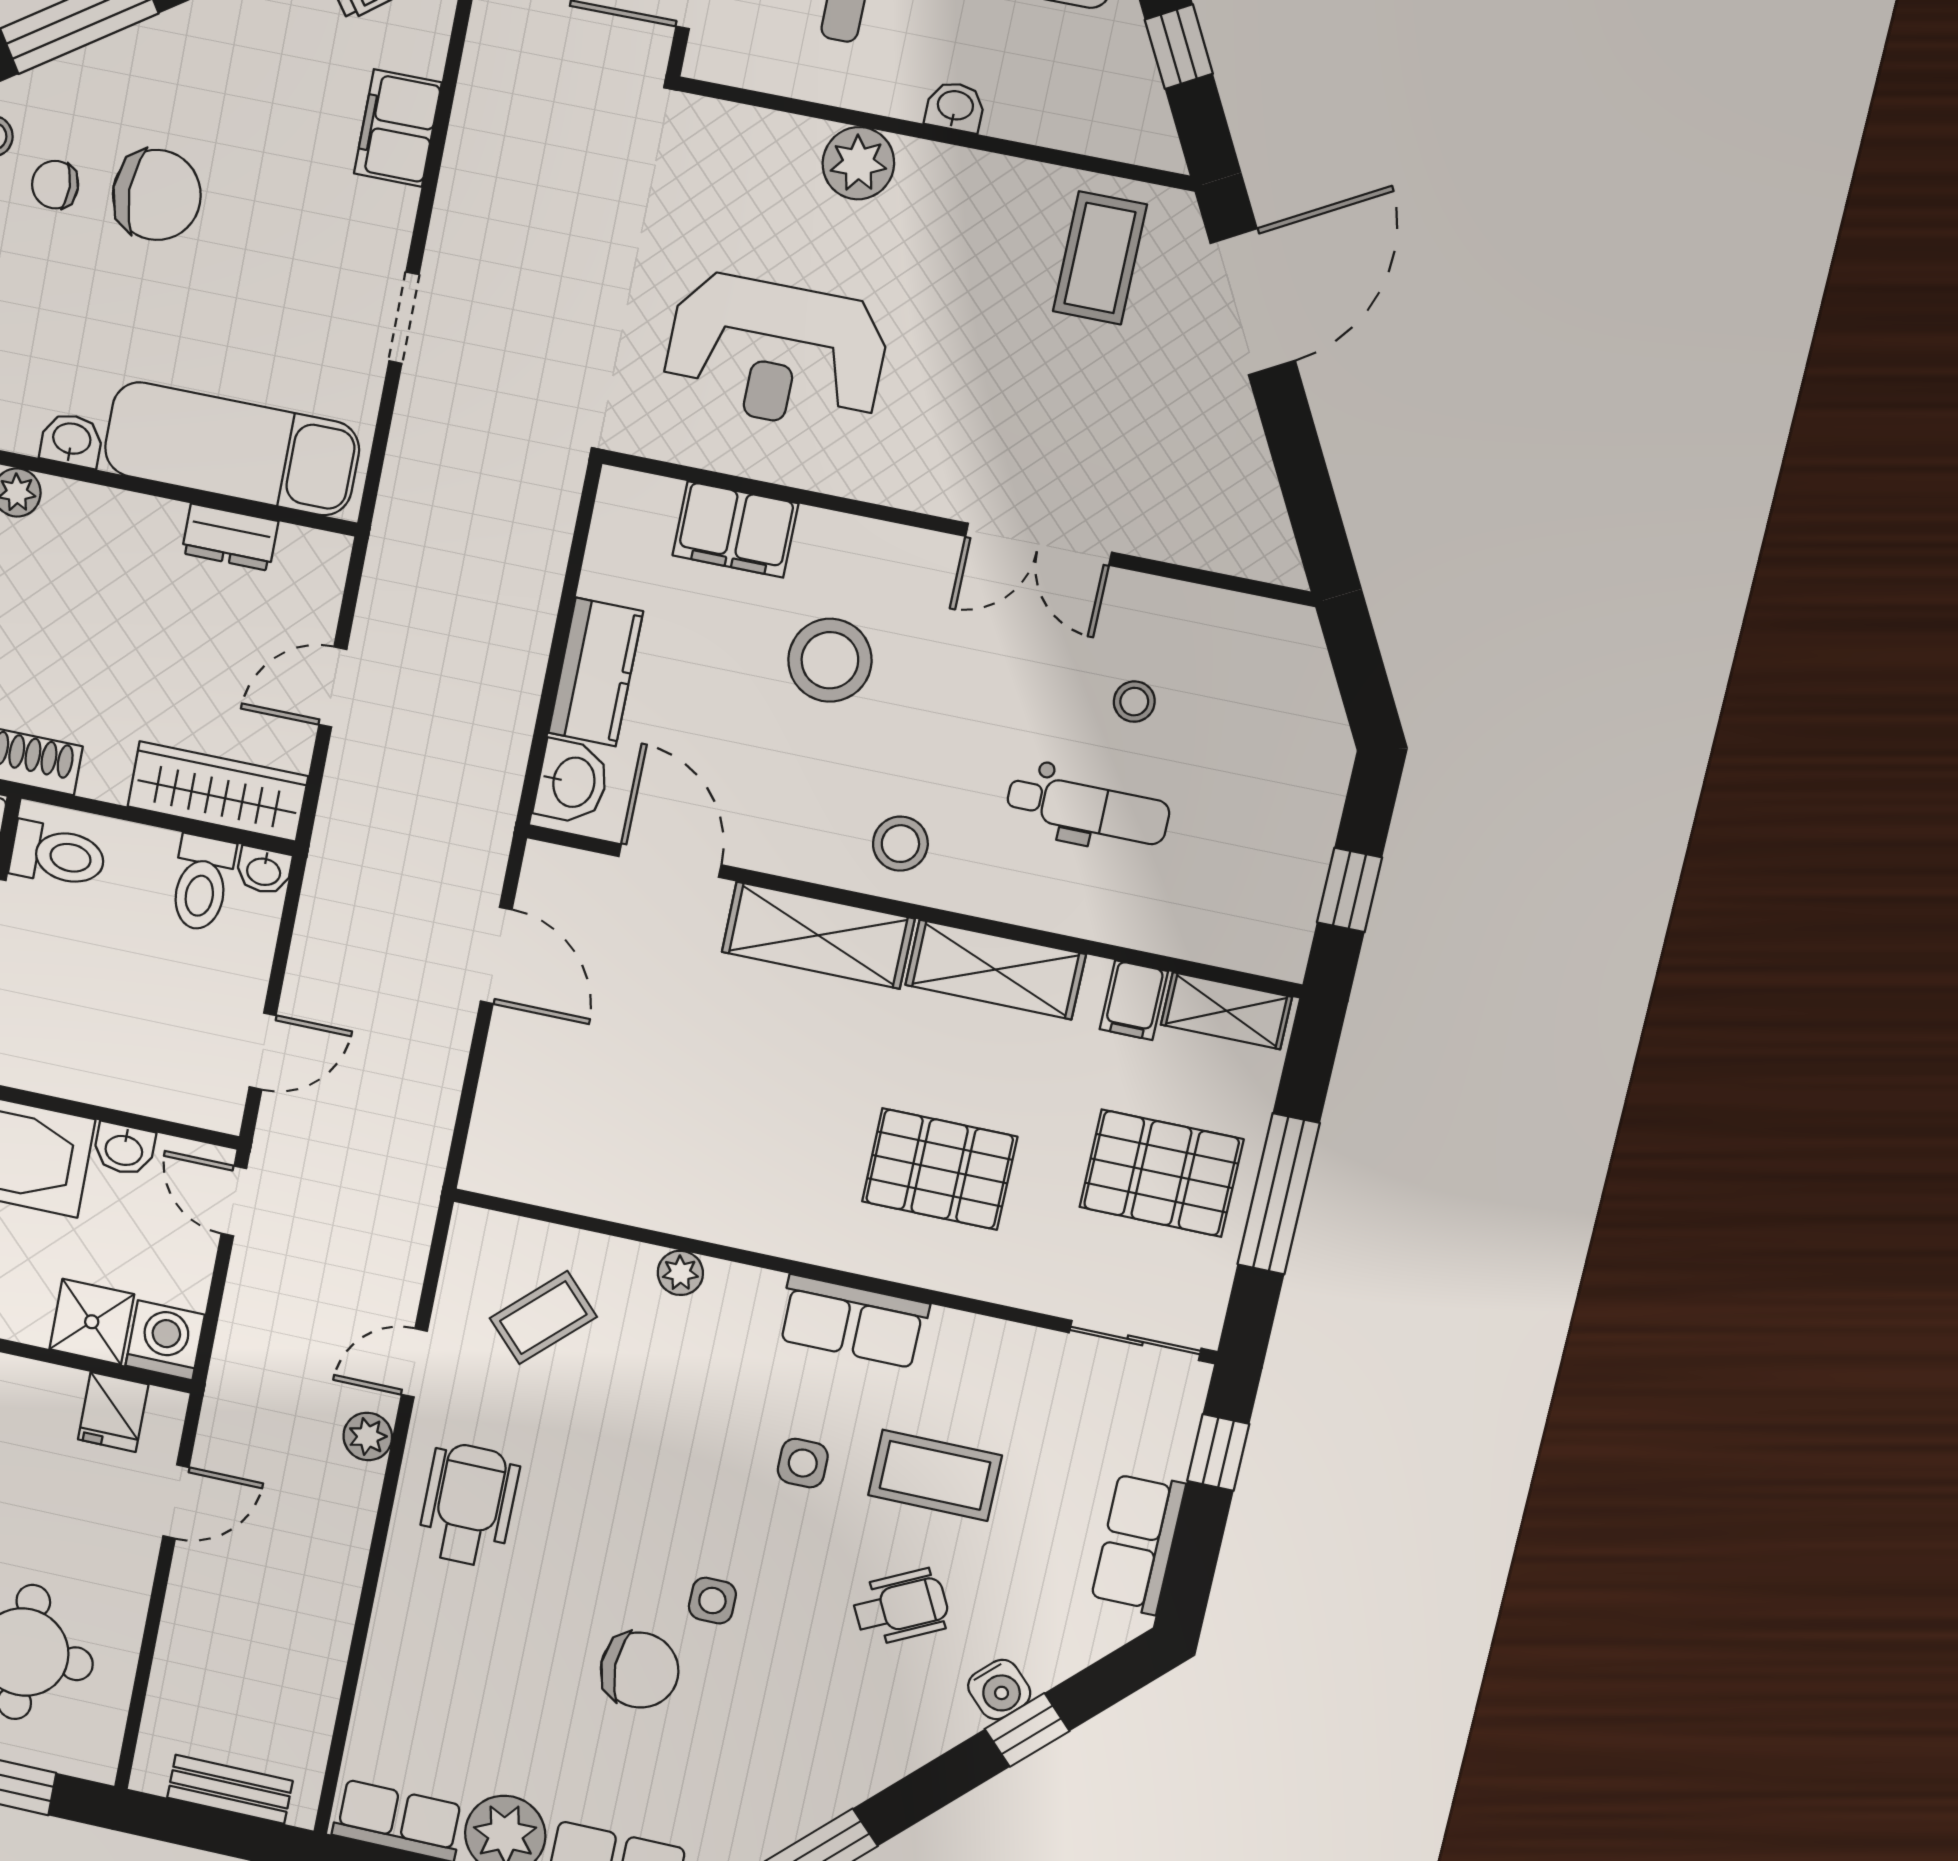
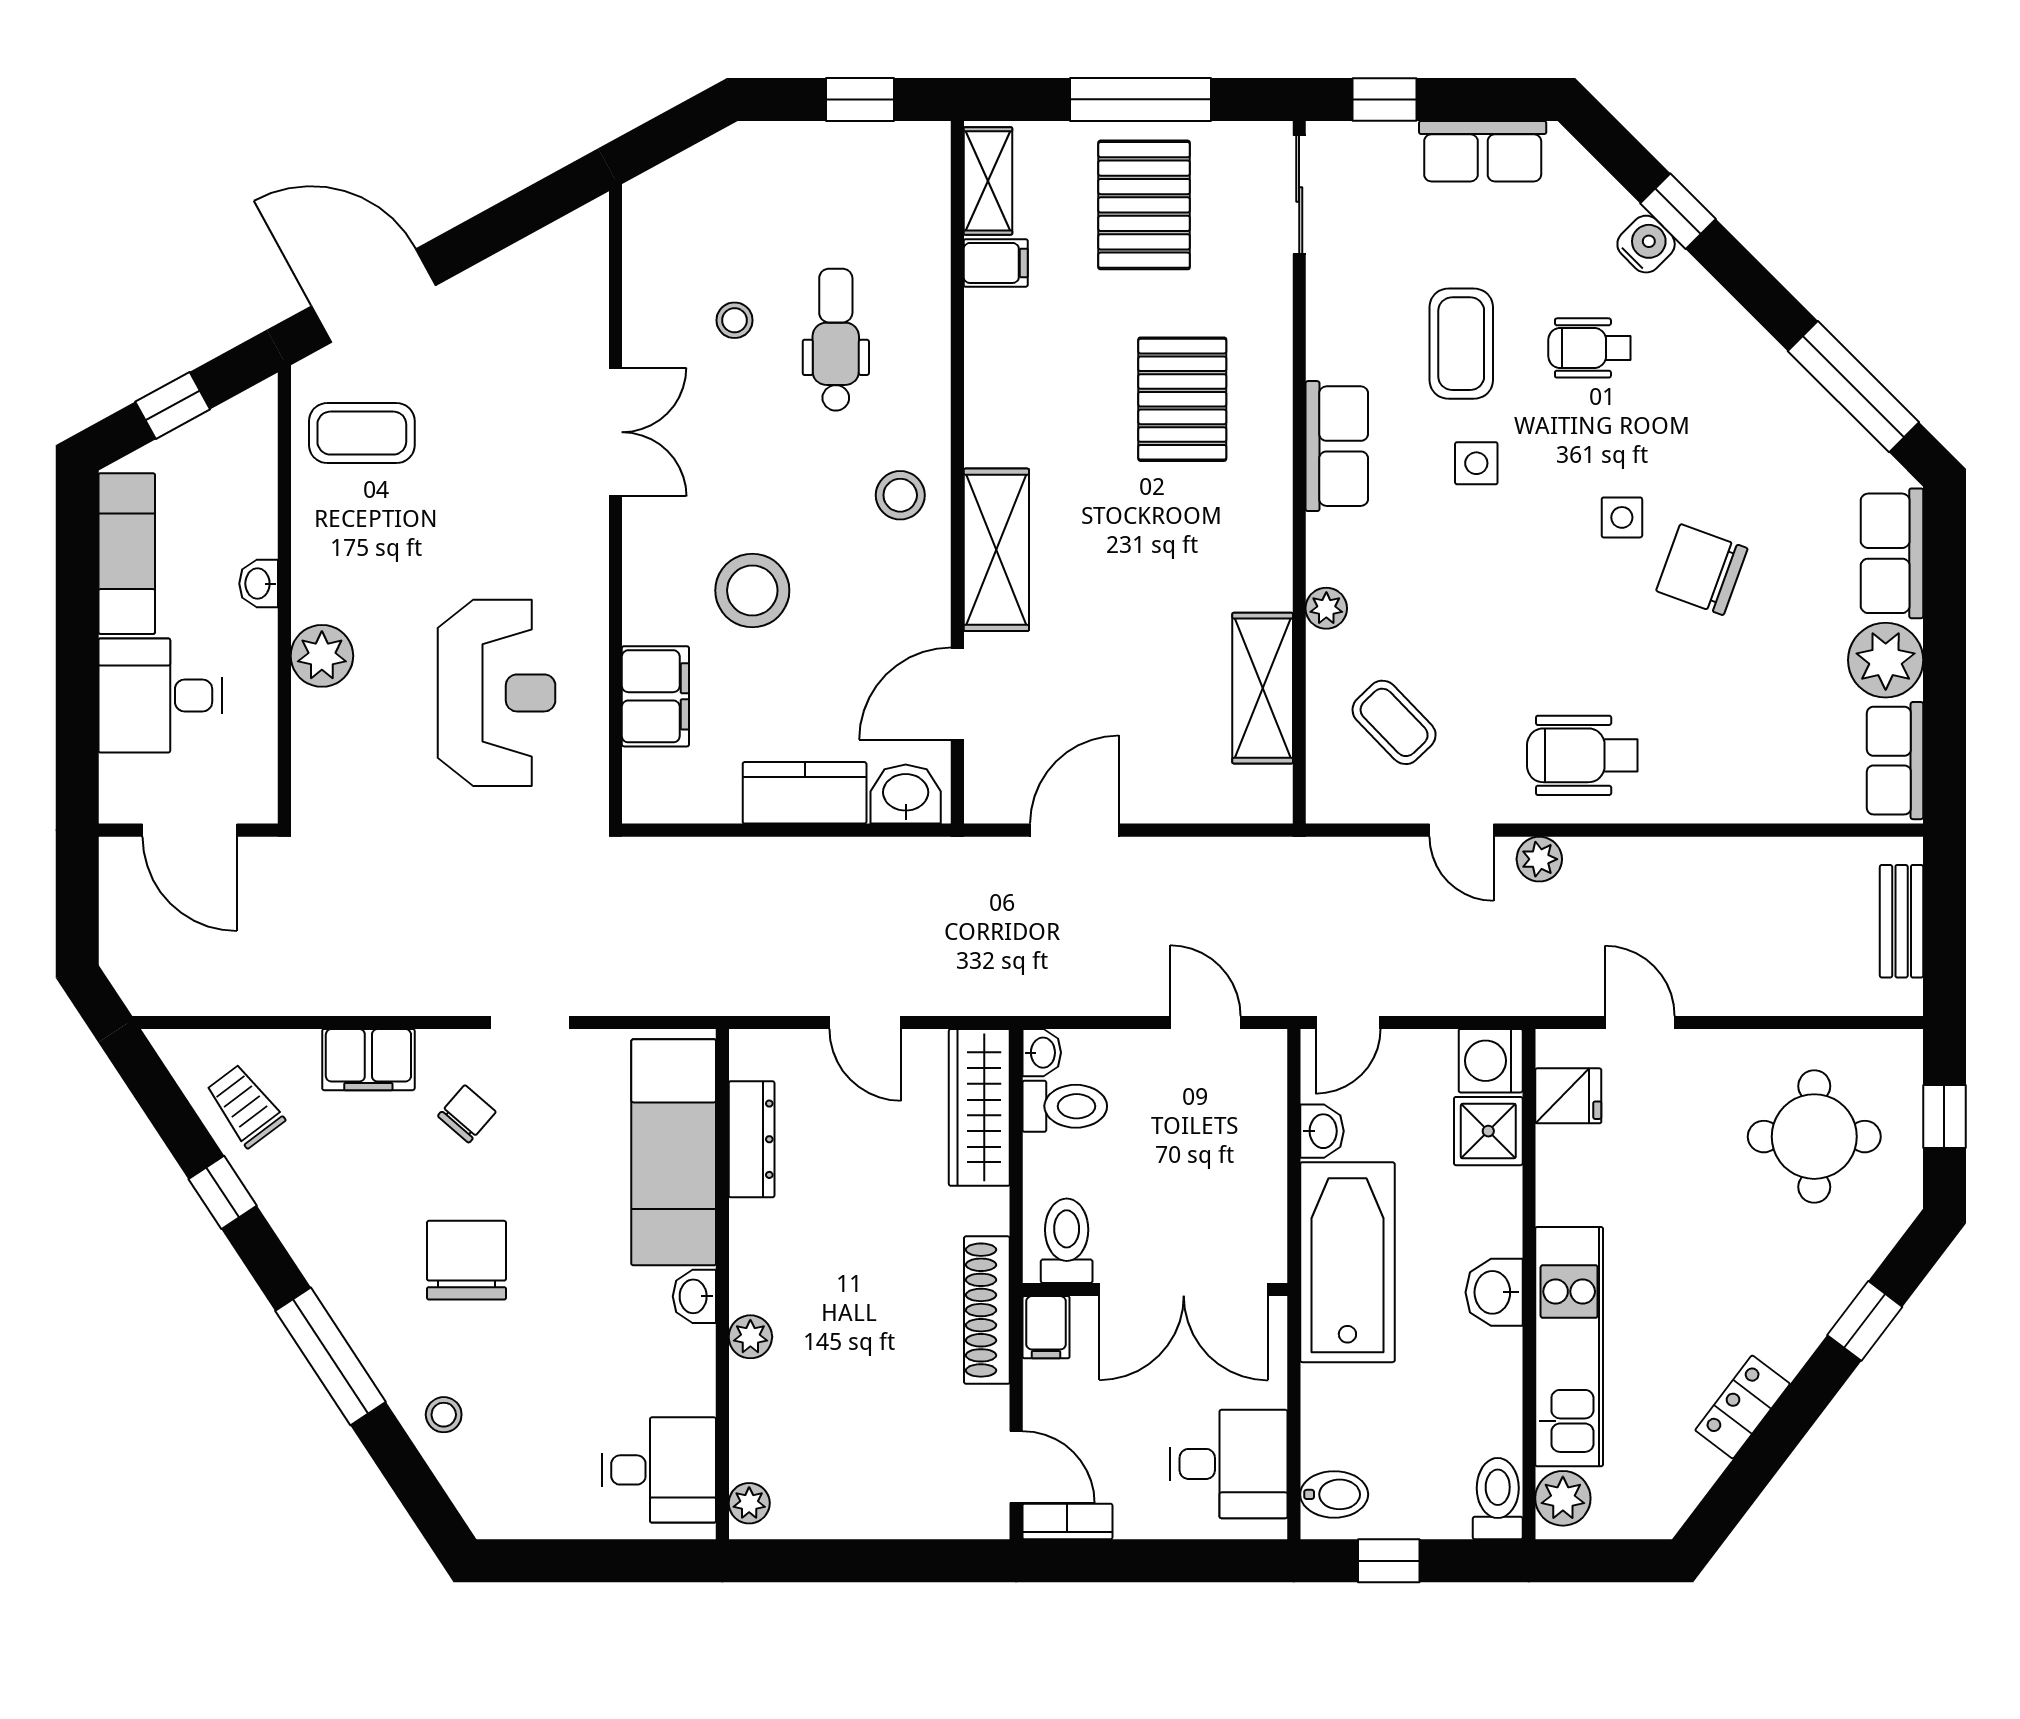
chair: (55, 185) -> (467, 1114), moved, turned -137
dresser: (230, 537) -> (752, 1139), width x1.44
shelving: (996, 970) -> (1263, 688), moved
wheelchair: (901, 1607) -> (1589, 348), turned -63
chair: (640, 1670) -> (1702, 570), turned -70

